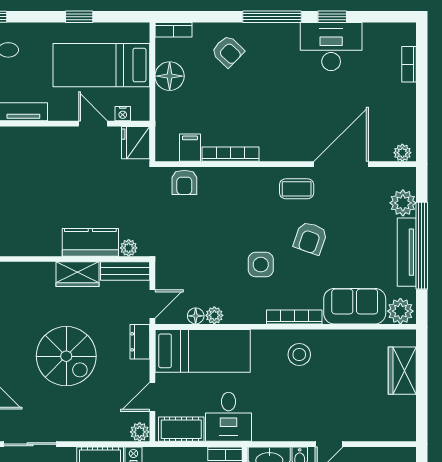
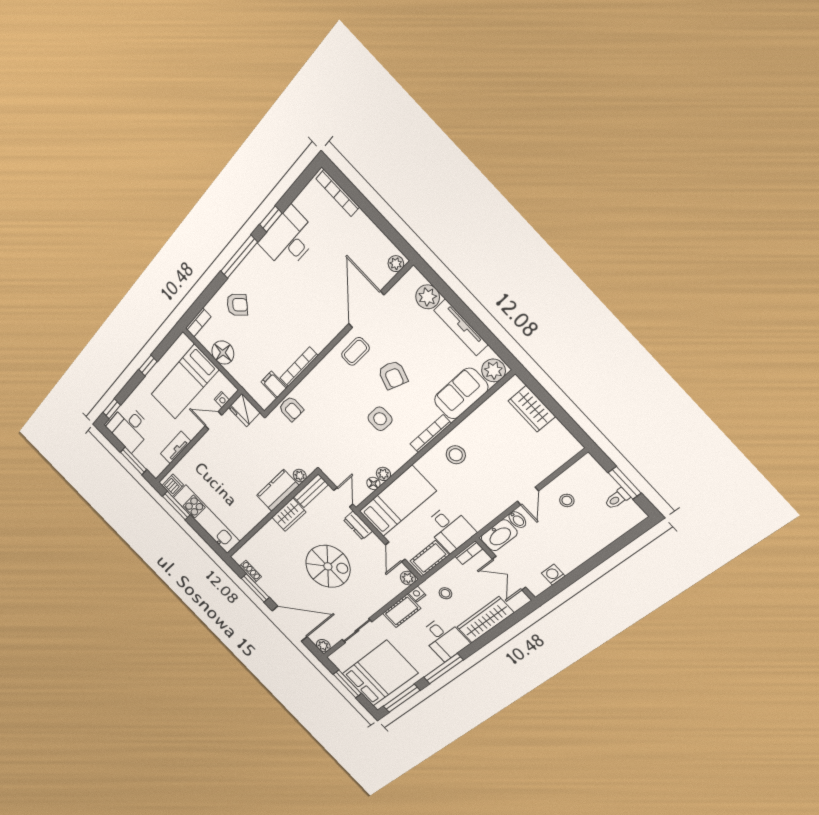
bookcase: (409, 64) -> (338, 193), width x1.56
window: (422, 246) -> (467, 314), removed

